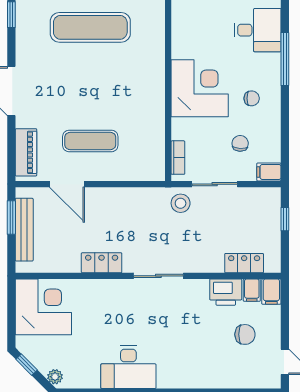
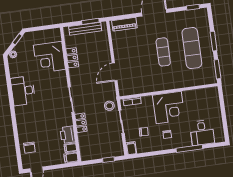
exercise mat: (90, 141) -> (163, 52), moved
door: (67, 184) -> (115, 72), moved
locker: (102, 263) -> (72, 58), moved
locker: (244, 263) -> (81, 123), moved
corner desk: (43, 307) -> (49, 57), moved, turned 90
chair: (245, 334) -> (29, 148), moved

